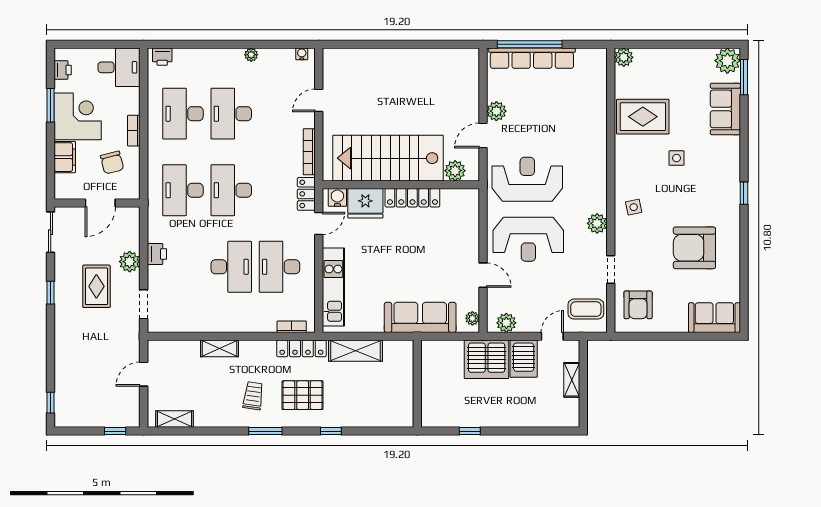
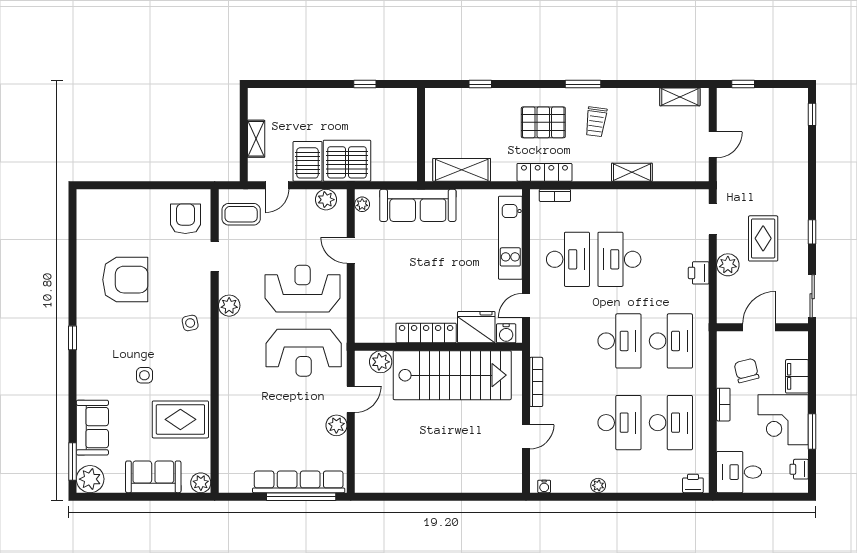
locker: (306, 194) -> (539, 337), removed
sofa: (714, 318) -> (153, 477), moved, turned 180
shelving: (356, 351) -> (462, 170), moved
window: (331, 431) -> (480, 84), moved

